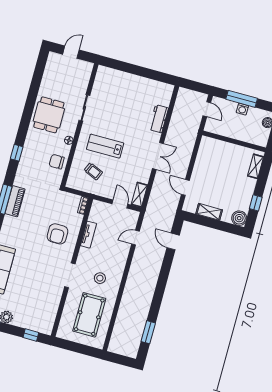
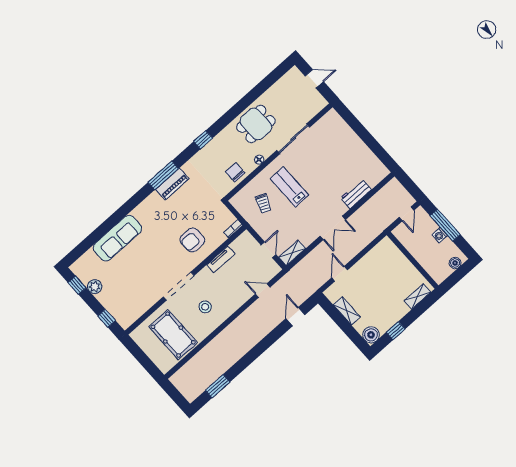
sliding door: (84, 108) -> (293, 139), width x1.37
doorway: (70, 275) -> (179, 286), width x1.36
pool table: (89, 315) -> (173, 335), turned 90

